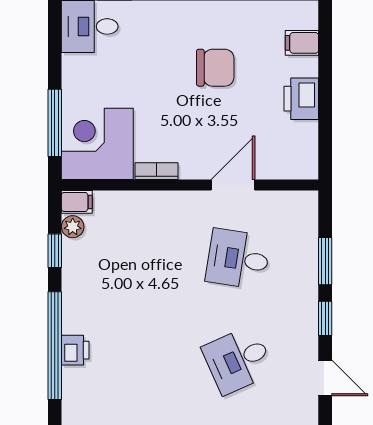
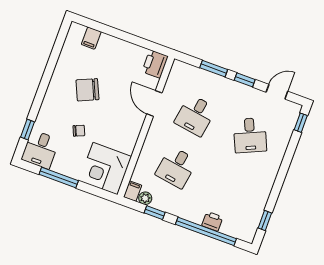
chair: (215, 68) -> (87, 90), turned -114
chair: (143, 78) -> (79, 131), added
printer: (301, 99) -> (155, 64), moved, turned 90
window: (55, 123) -> (59, 178), moved
bookcase: (156, 171) -> (132, 142), removed
desk: (142, 259) -> (176, 167), added

